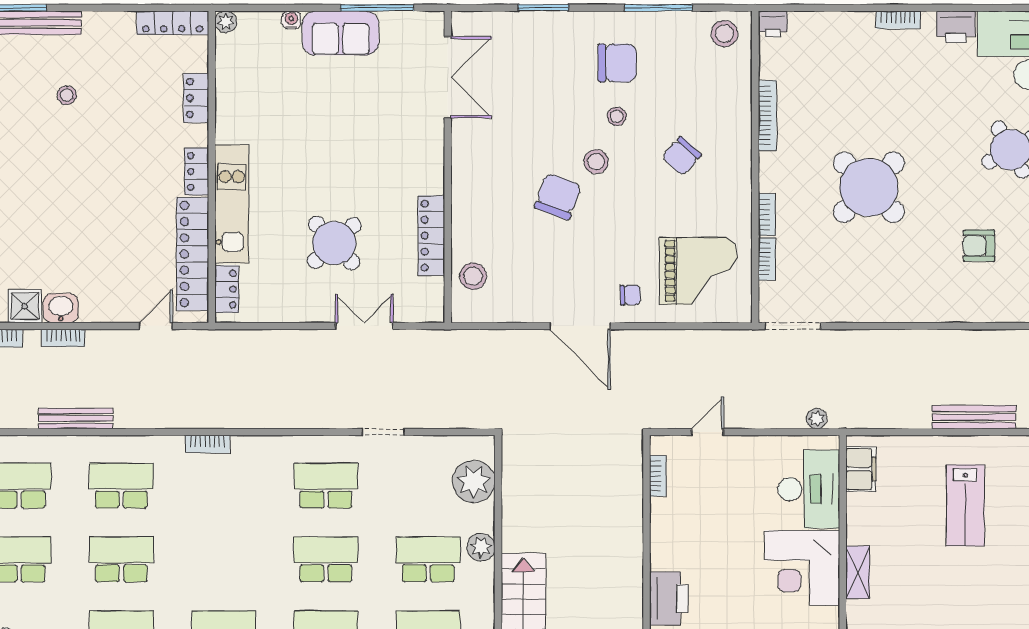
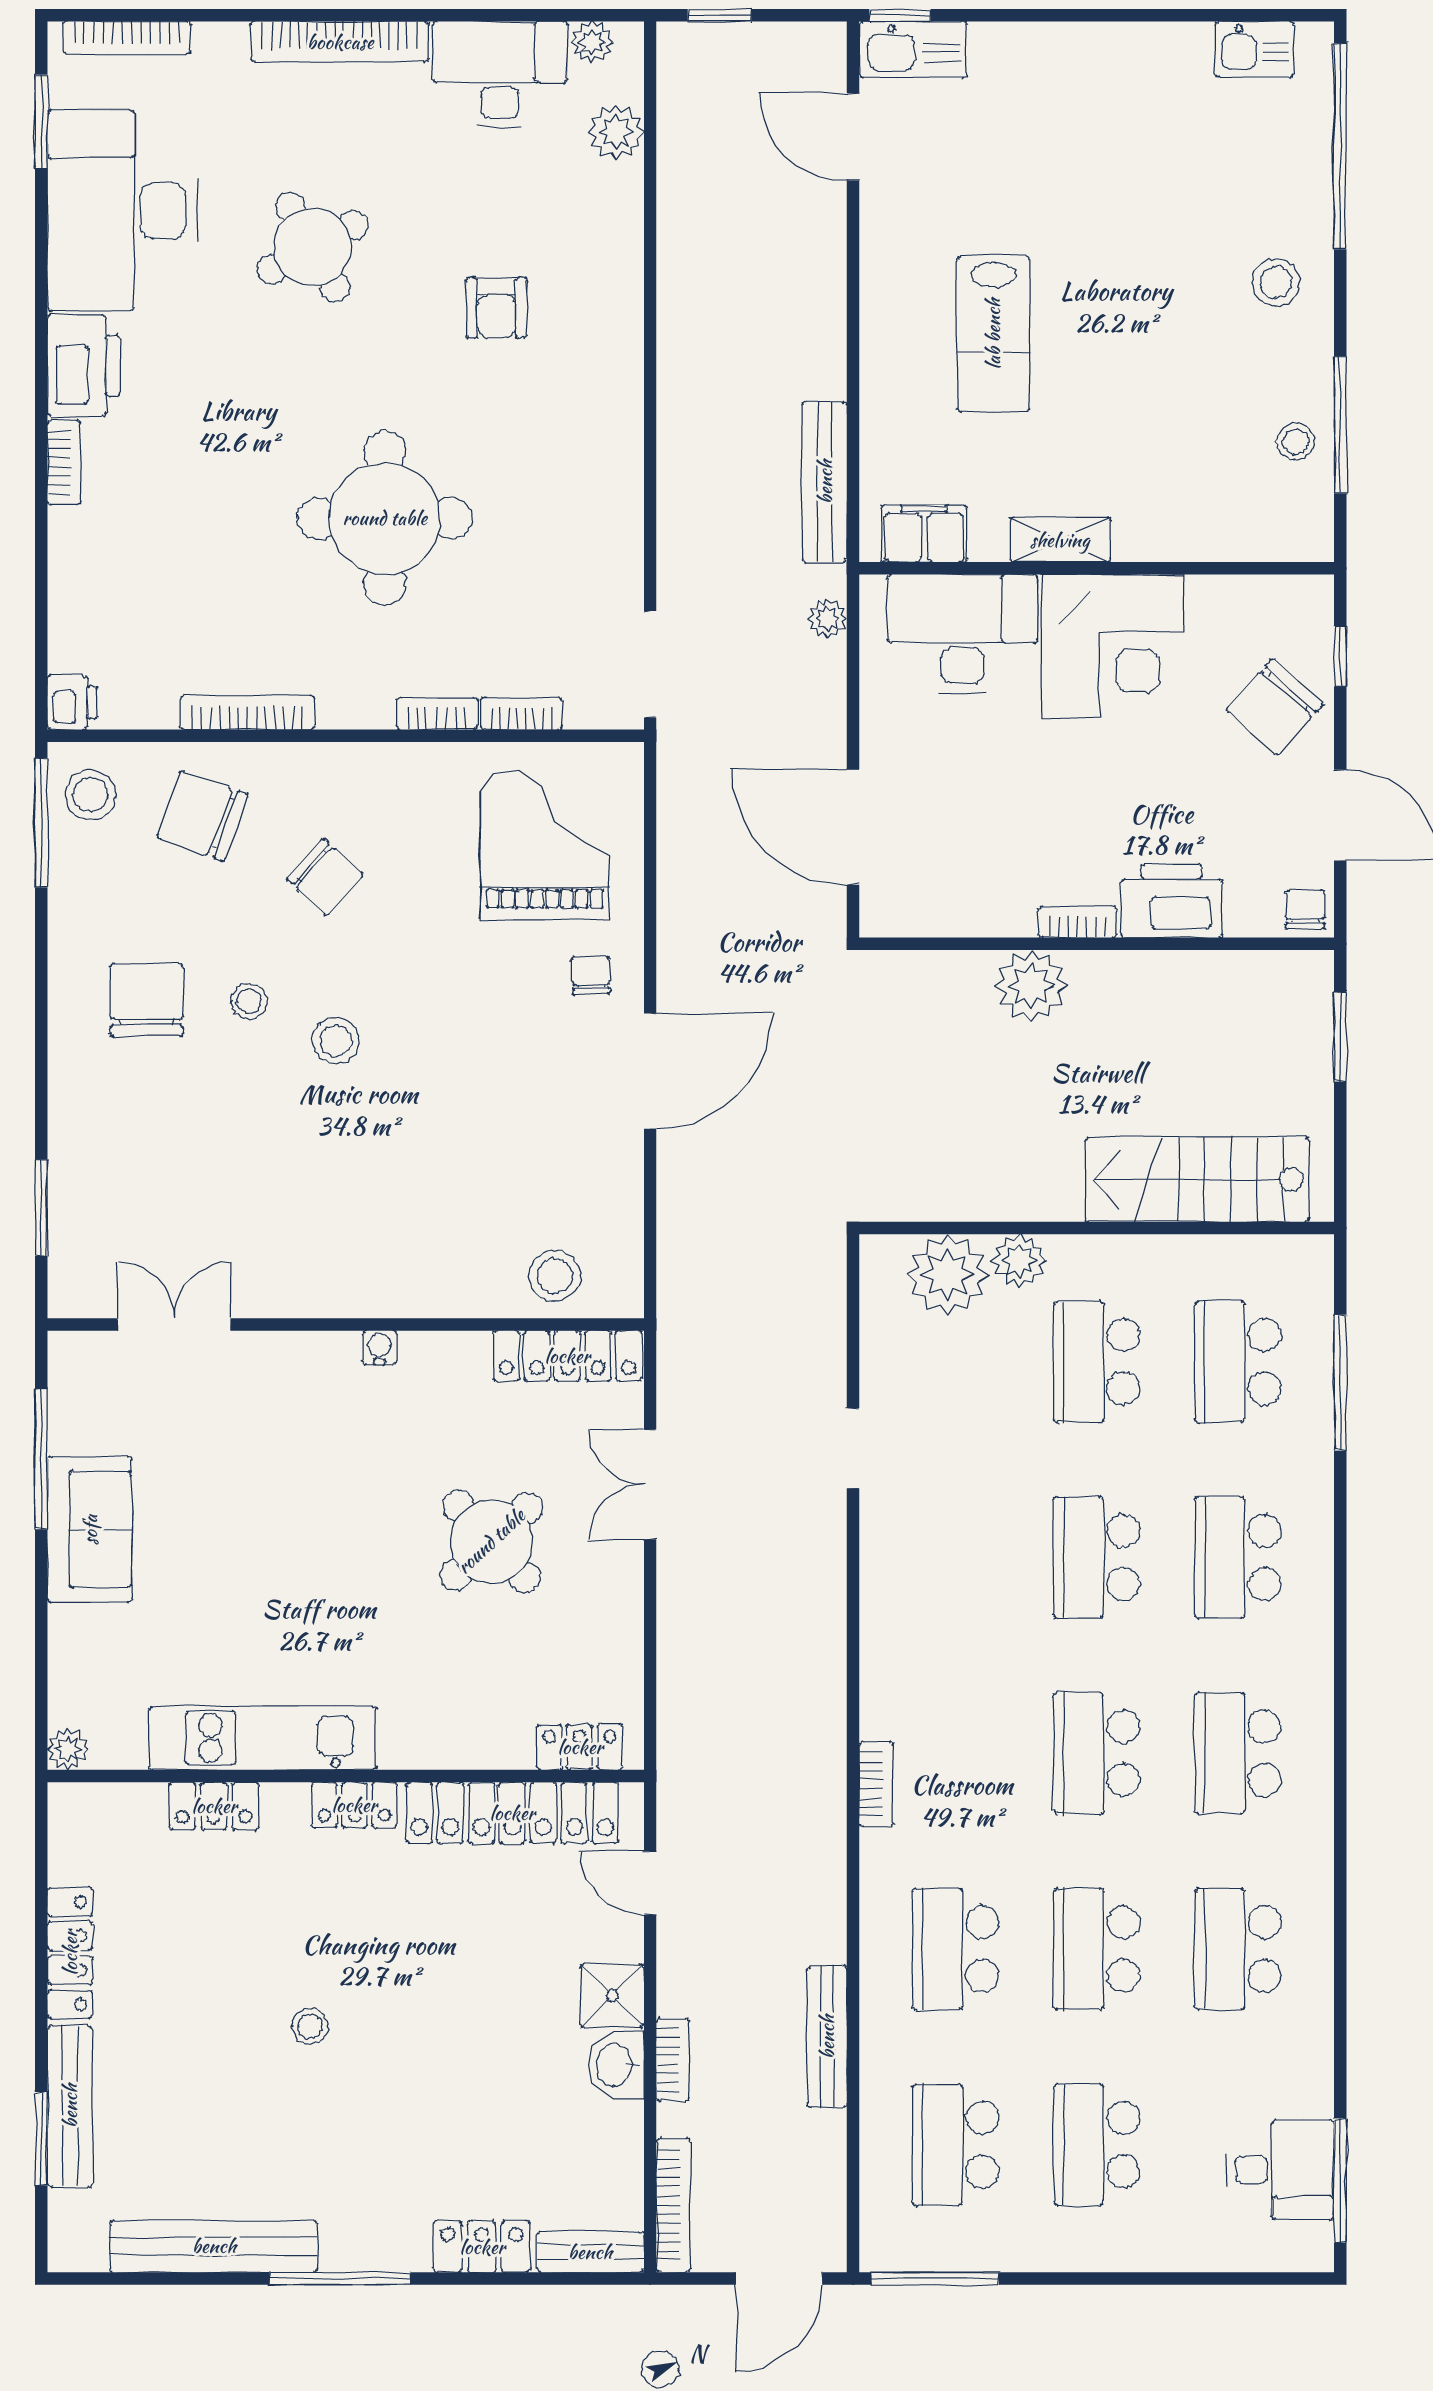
window: (543, 8) -> (41, 1208), moved
window: (659, 8) -> (41, 823), moved
water cooler: (291, 20) -> (380, 1348), moved, turned 90
locker: (173, 23) -> (70, 1953), moved
printer: (956, 27) -> (84, 366), width x1.37, depth x1.19
double door: (448, 77) -> (174, 1324), width x0.73
stool: (67, 95) -> (310, 2026), moved
round table: (869, 187) -> (385, 518), turned 45
chair: (558, 196) -> (202, 816), moved
kitchen unit: (232, 204) -> (263, 1738), moved
locker: (431, 236) -> (567, 1356), moved
shower: (25, 306) -> (612, 1996), moved
bench: (974, 417) -> (825, 482), moved
door: (708, 432) -> (853, 827), width x1.88
bookcase: (658, 476) -> (1077, 922), moved
school desk: (326, 486) -> (1097, 1753), moved
lab bench: (965, 505) -> (993, 334), turned 90
plant: (625, 525) -> (1031, 986), added
plant: (481, 547) -> (1019, 1261), moved
shelving: (858, 572) -> (1060, 540), moved

